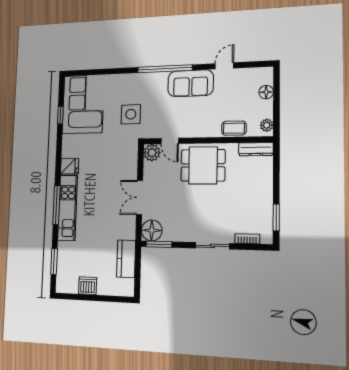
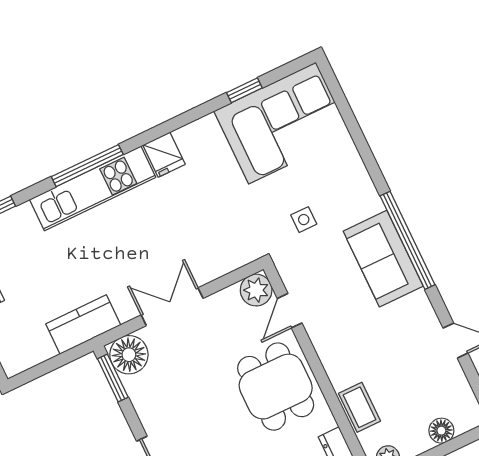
sofa: (191, 83) -> (383, 259), moved
side table: (131, 114) -> (304, 220), width x0.54, depth x0.54
kitchen counter: (126, 259) -> (83, 324), moved

